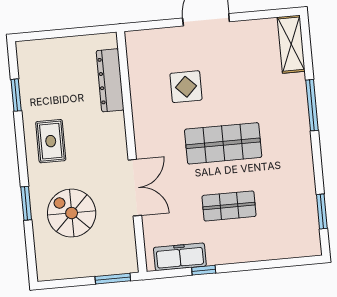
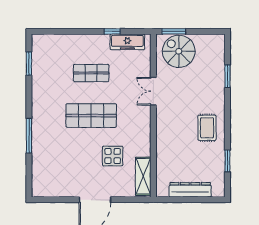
shelving: (291, 44) -> (143, 176), moved
dresser: (110, 80) -> (190, 190), moved, turned -90
double door: (135, 188) -> (153, 91), width x0.73
window: (26, 203) -> (227, 76), moved
spiral stairs: (72, 213) -> (179, 51), moved, turned 180

